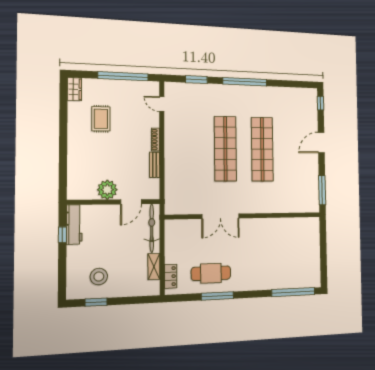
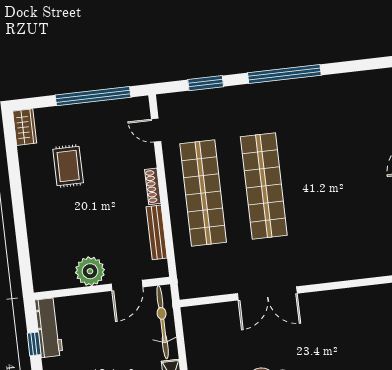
shop shelf: (262, 149) -> (203, 193), moved
bench: (155, 165) -> (157, 232), width x1.36

